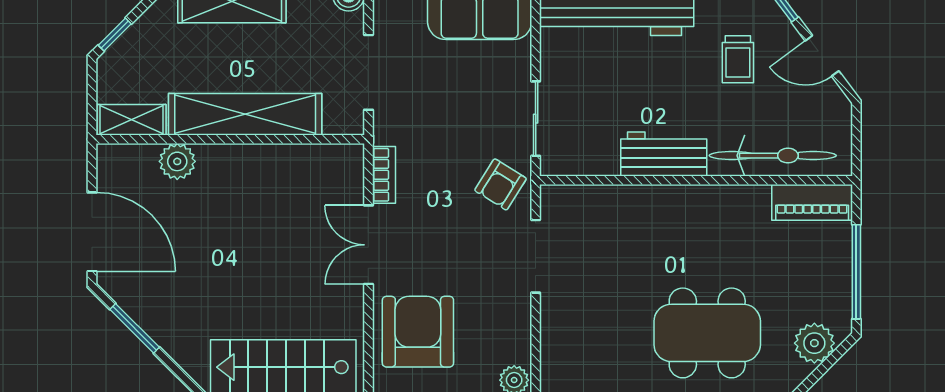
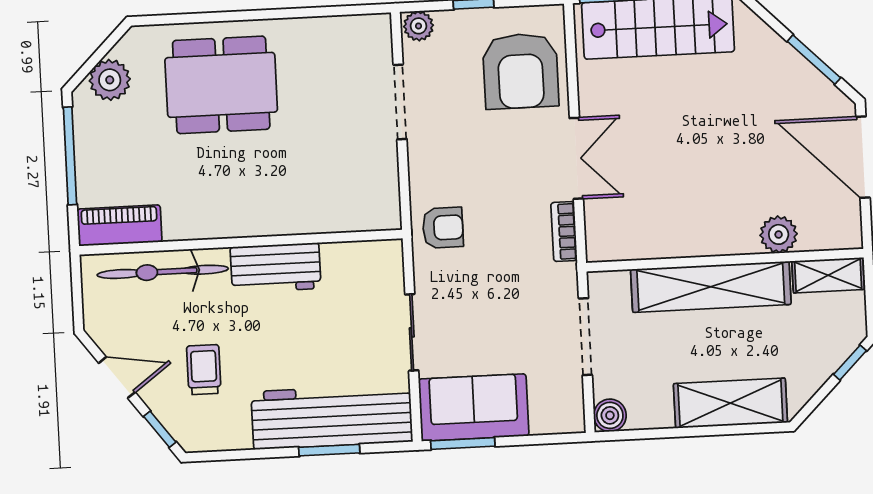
sliding door: (536, 119) -> (412, 332), moved
armchair: (501, 184) -> (443, 228), turned 58
doorway: (536, 256) -> (400, 102), moved

